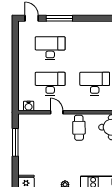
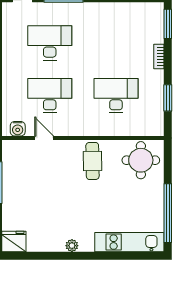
door: (57, 112) -> (44, 138), moved

